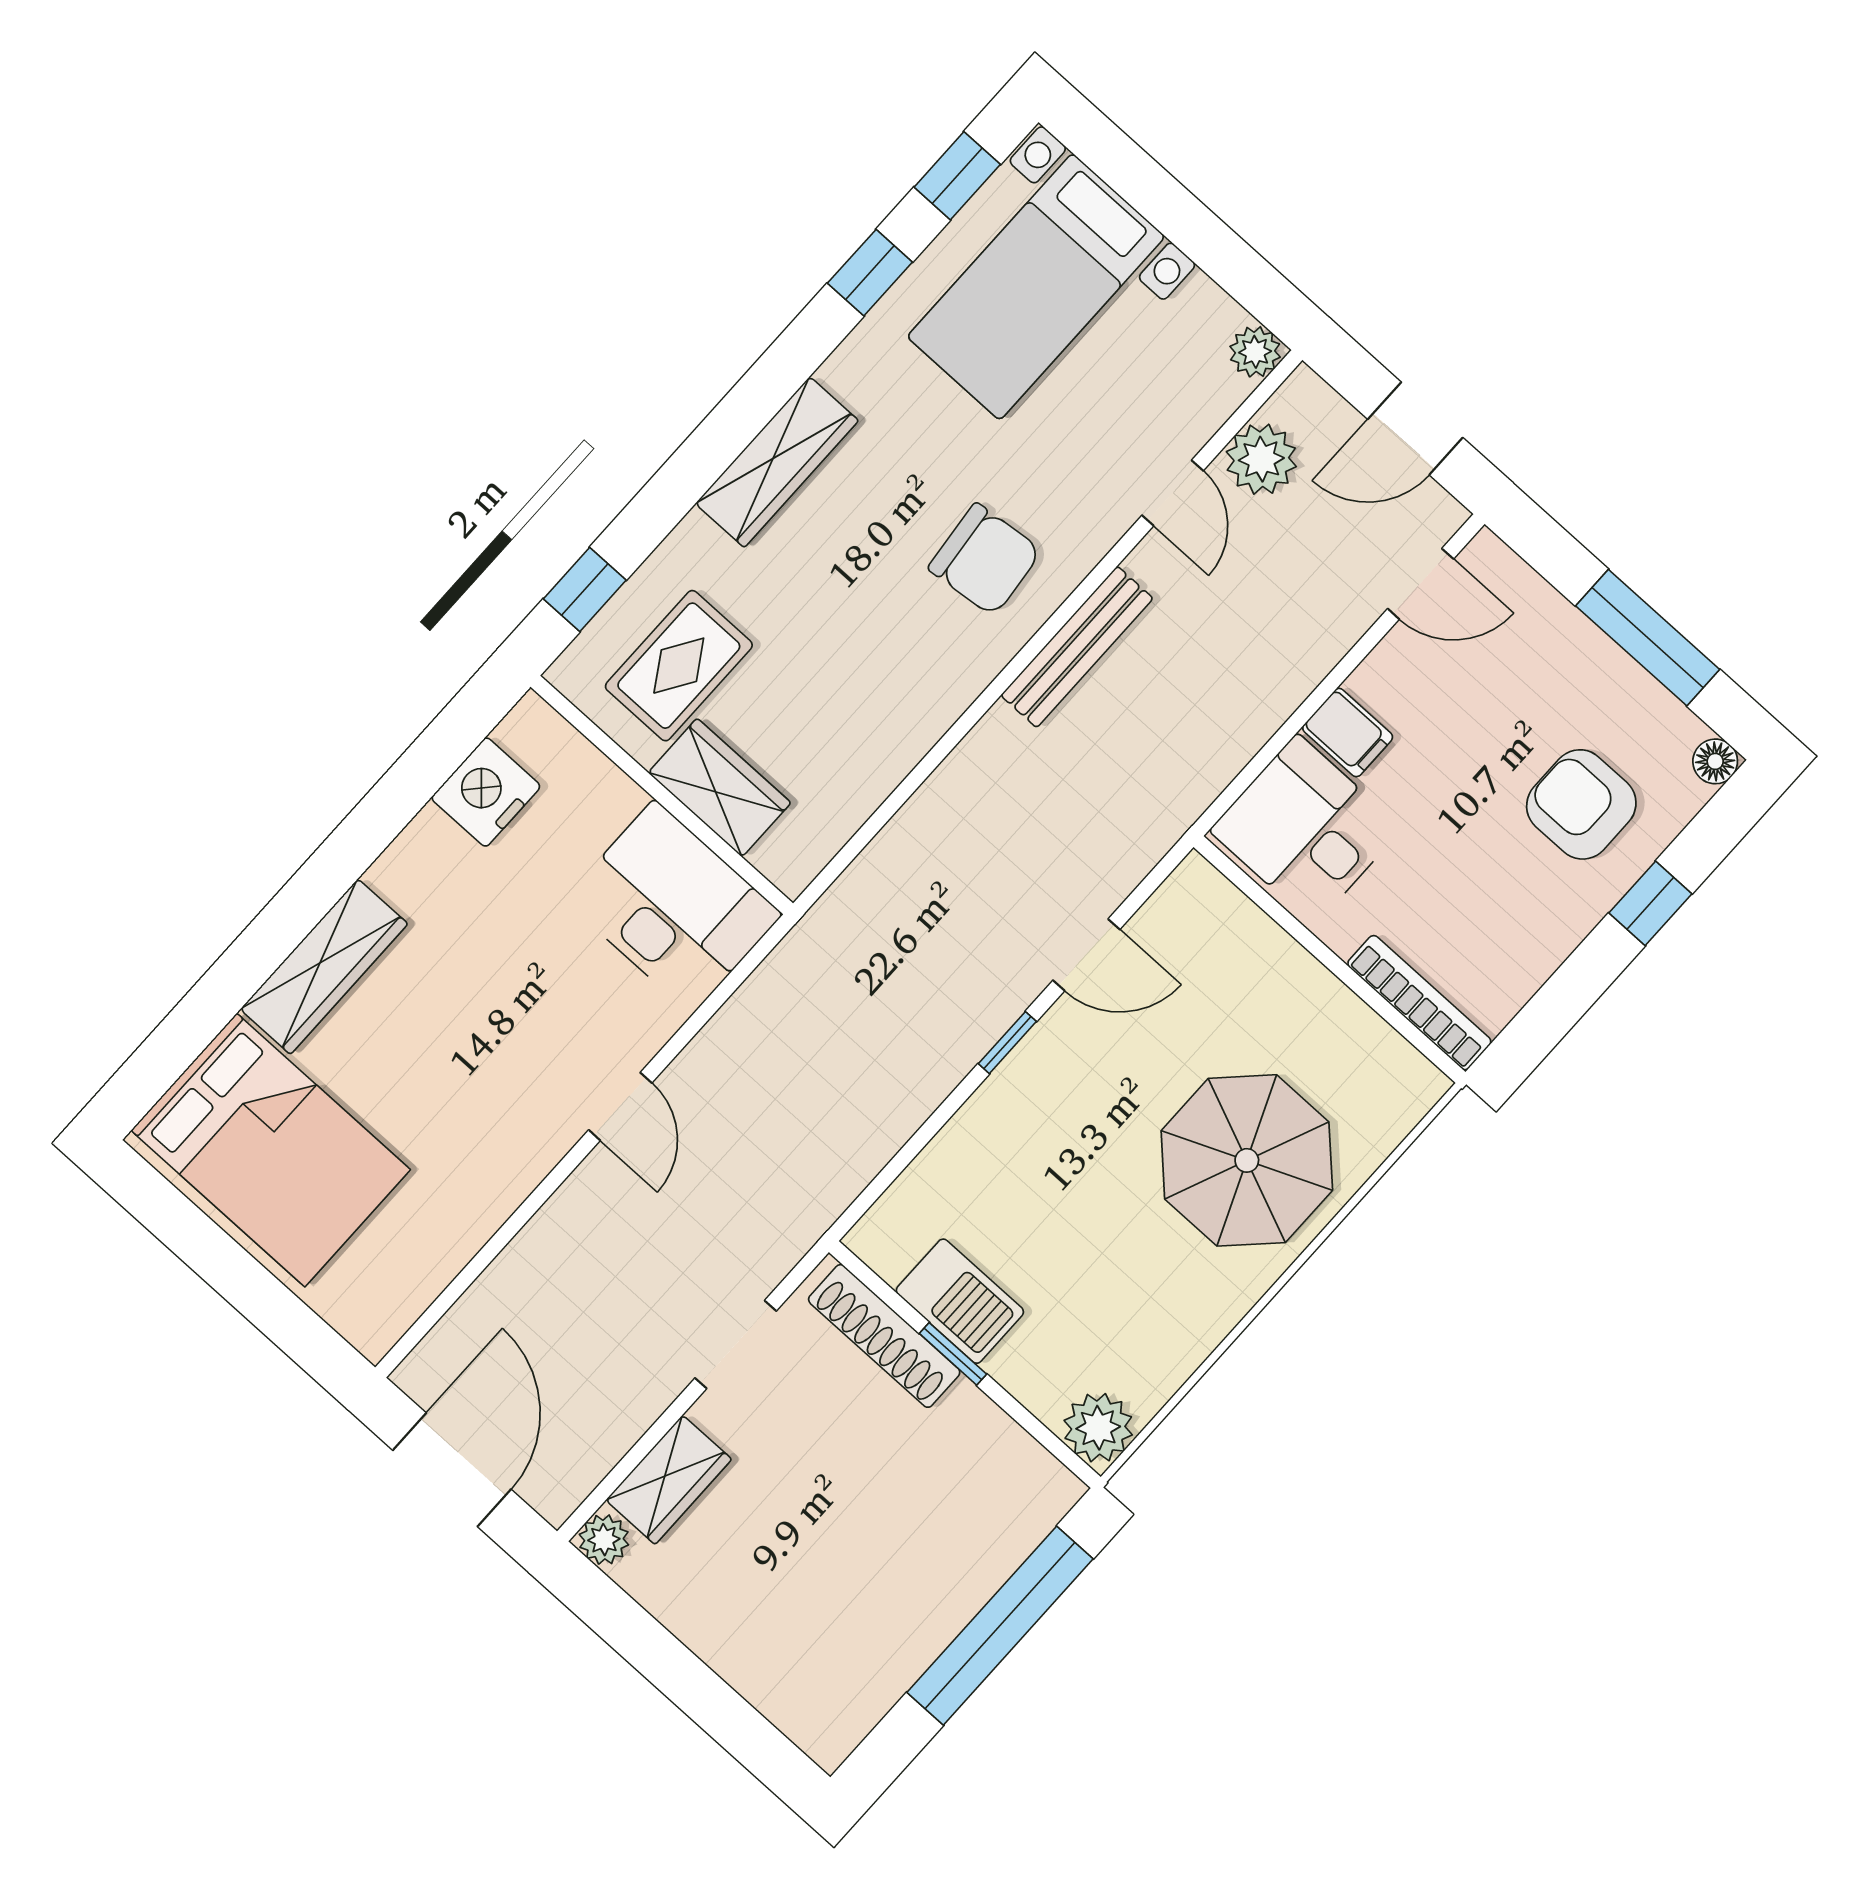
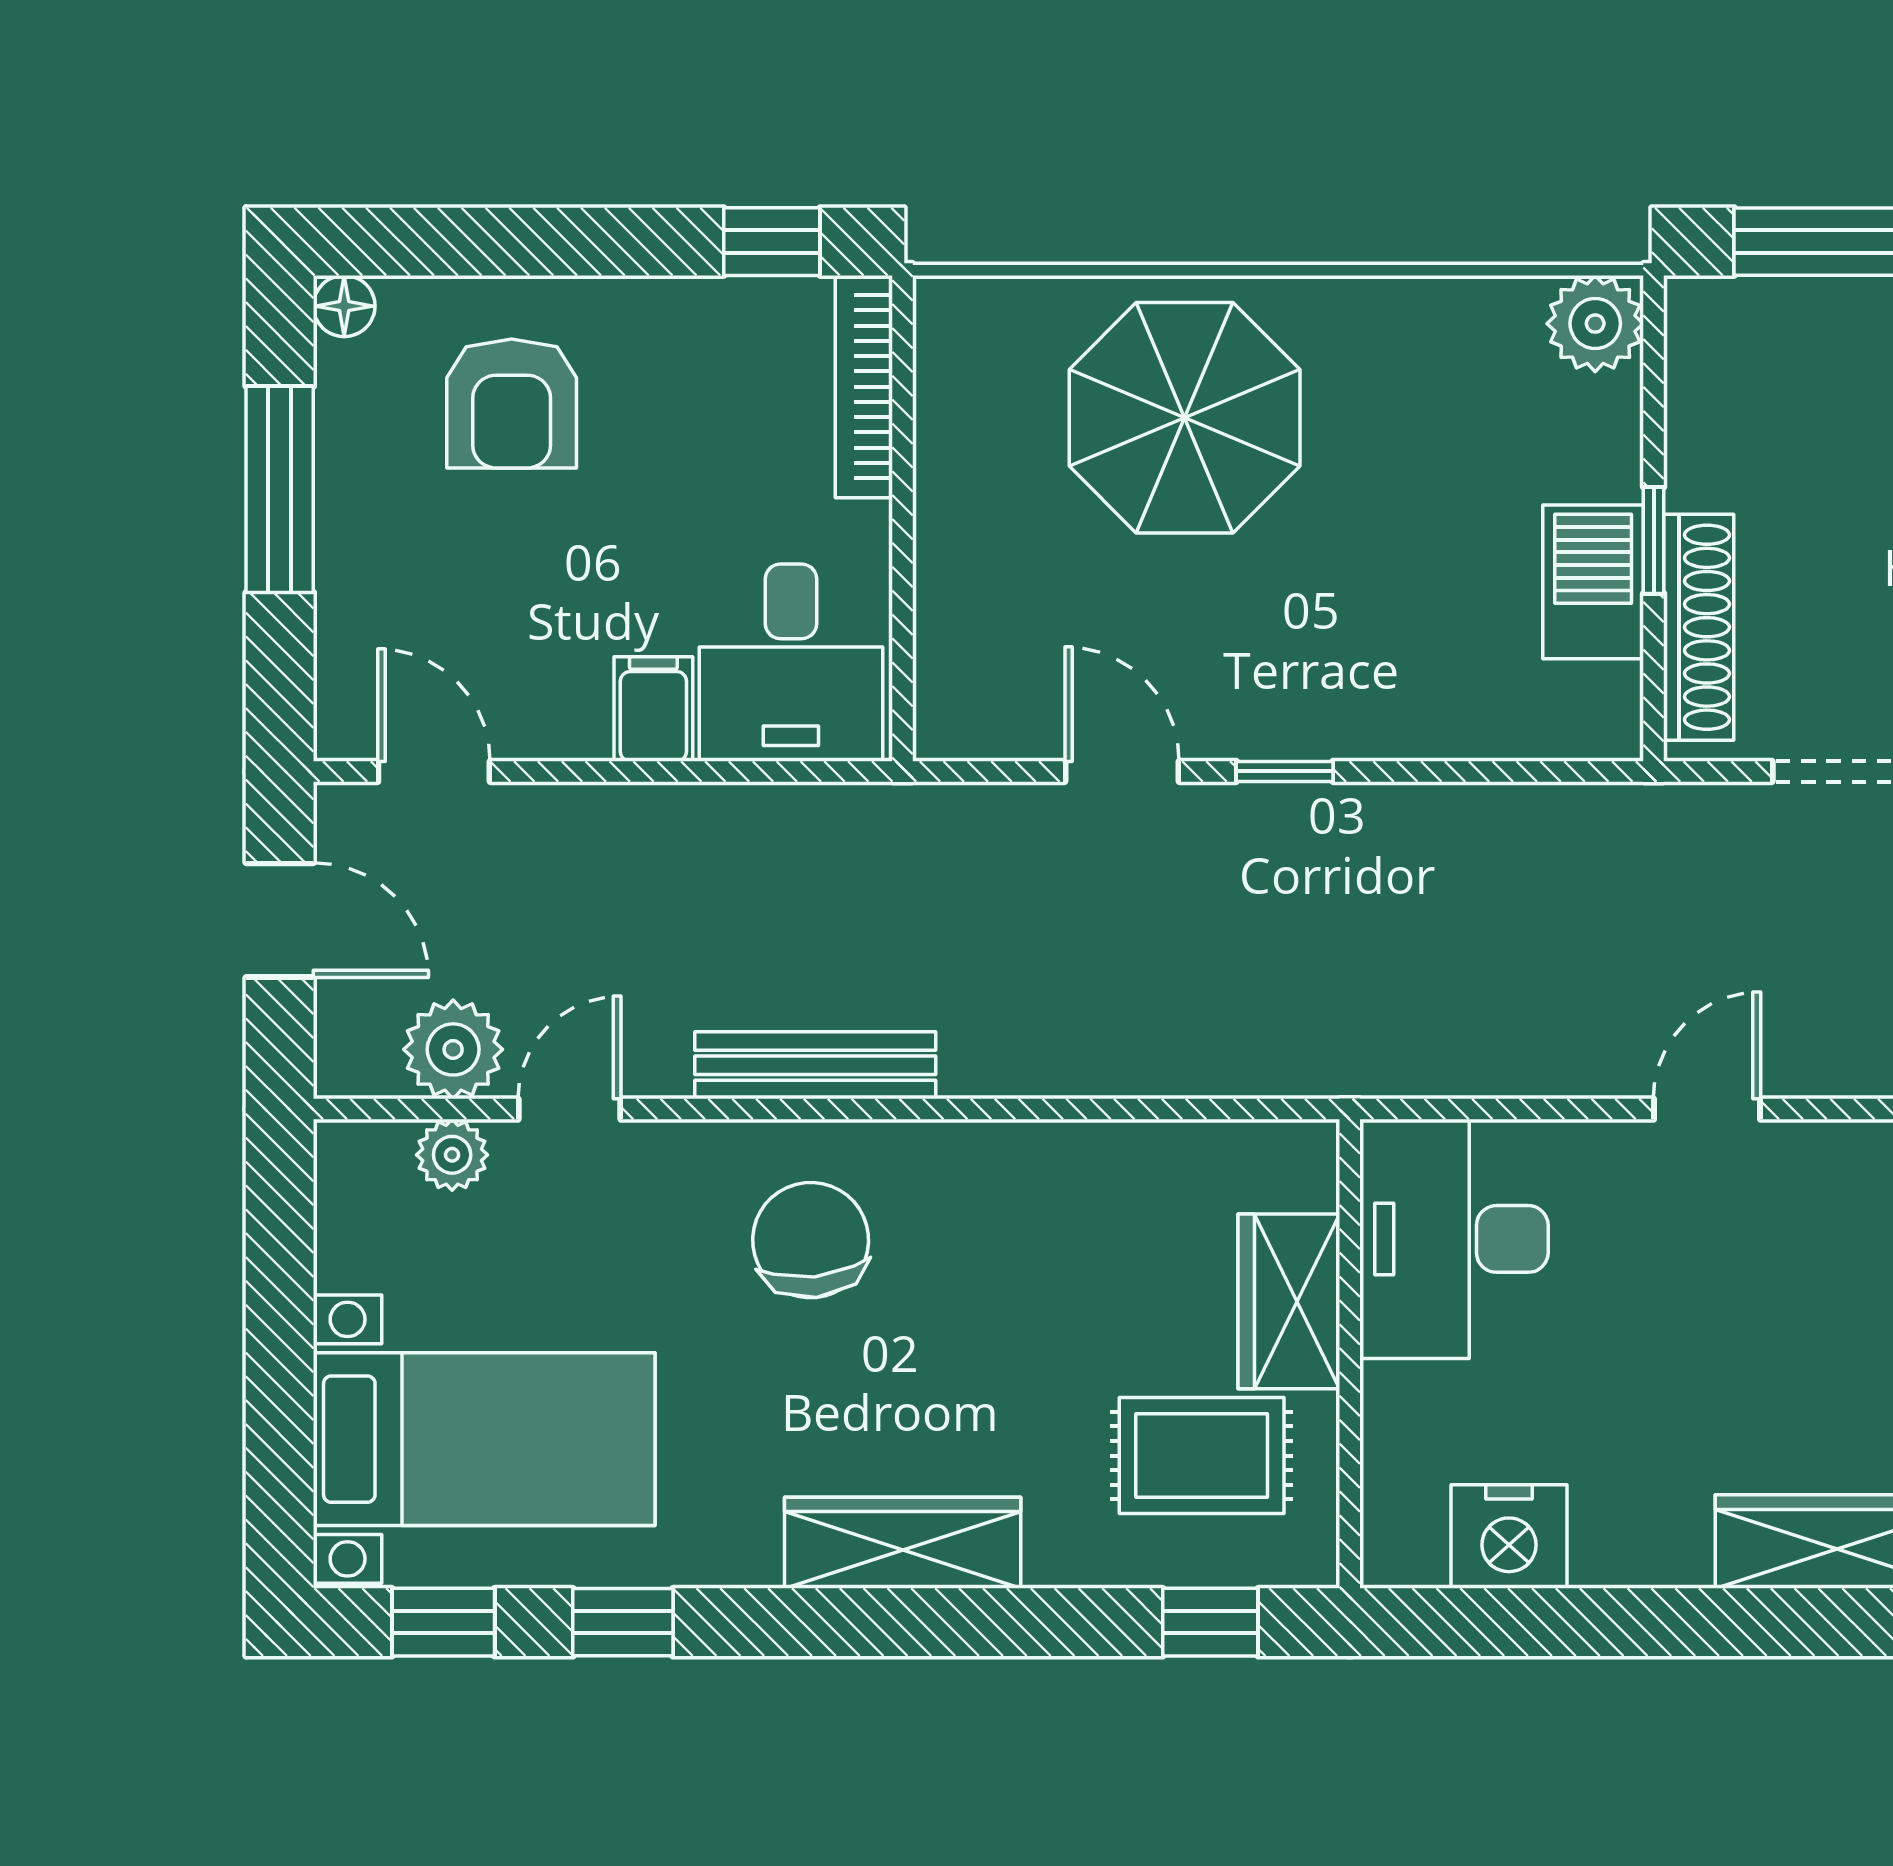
plant: (1255, 352) -> (452, 1155), moved
window: (1650, 903) -> (772, 242), moved

